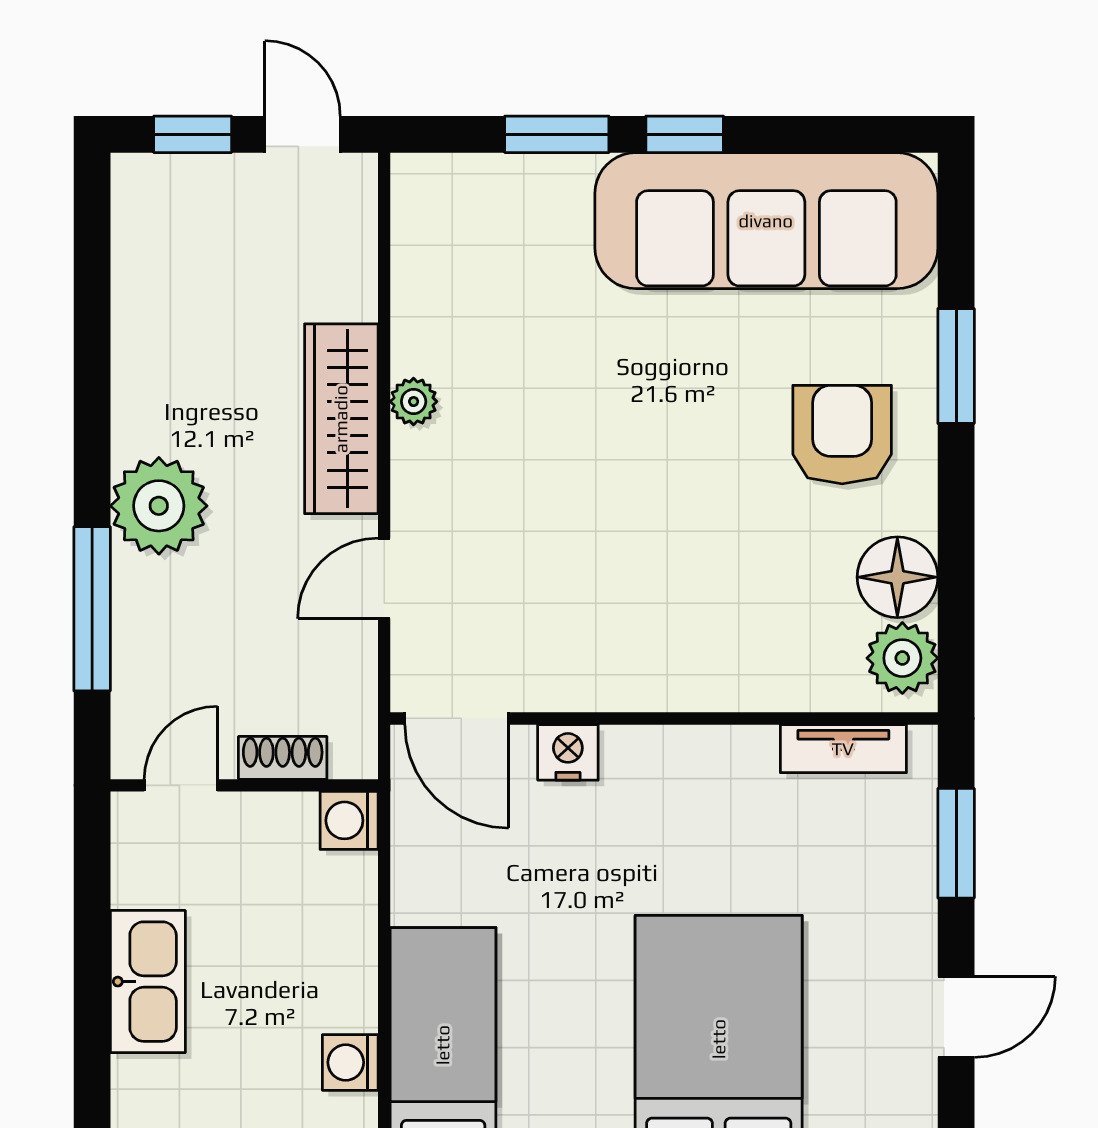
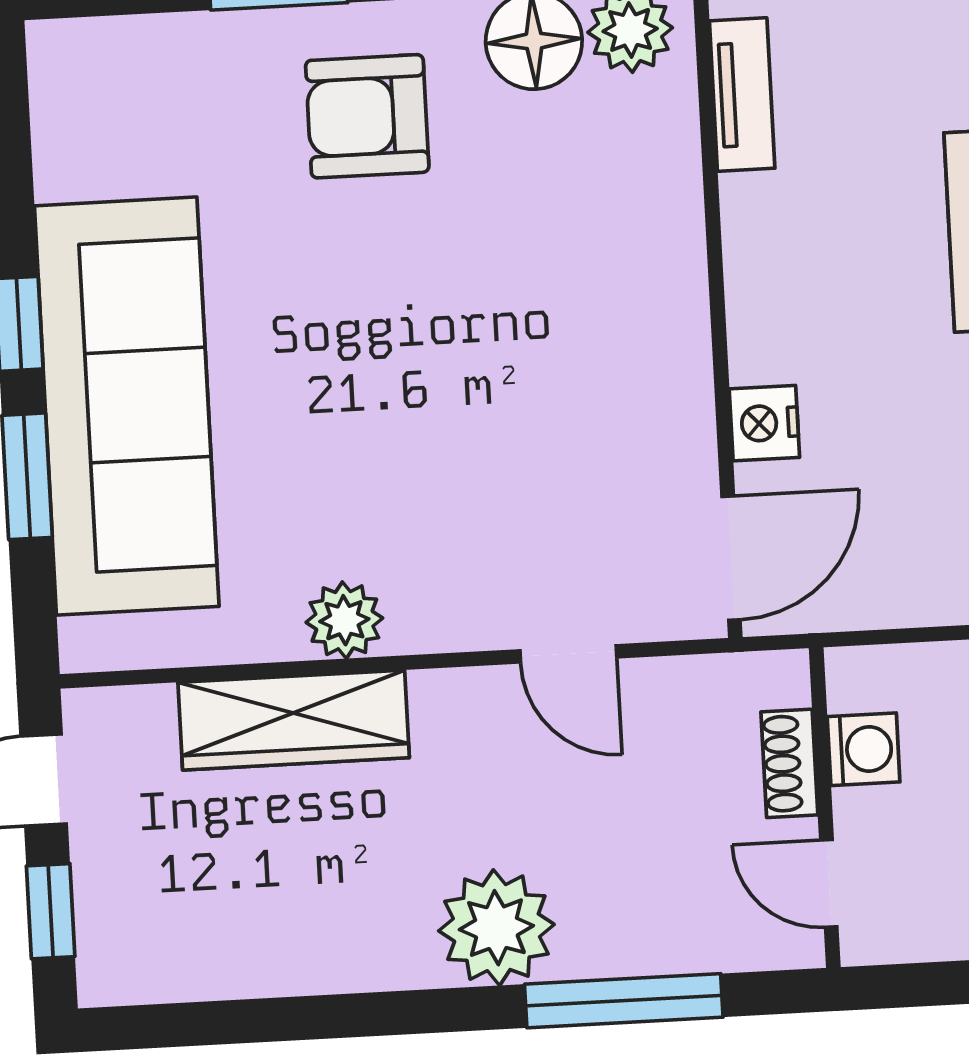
sofa: (766, 221) -> (127, 406), moved
plant: (414, 402) -> (344, 620), width x1.38, depth x1.38
wardrobe: (341, 419) -> (294, 720), moved
washing machine: (349, 820) -> (864, 749), moved, turned -90

